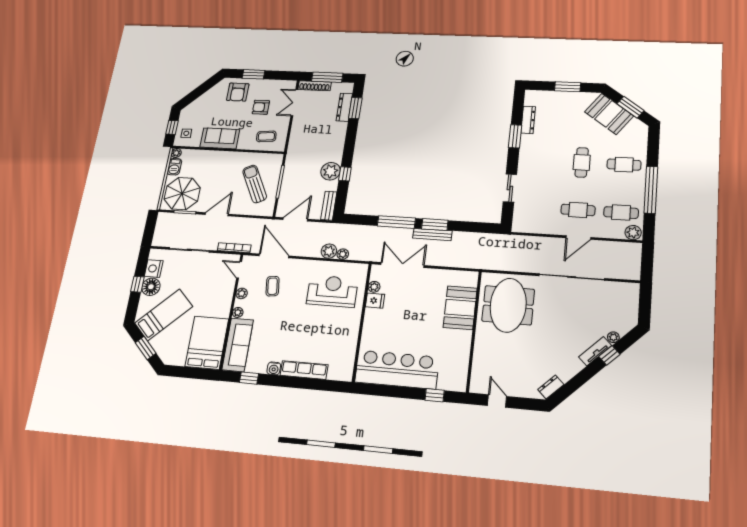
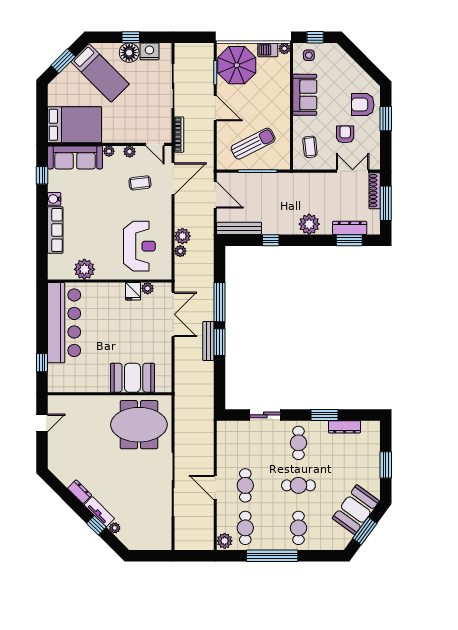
cafe table: (540, 160) -> (298, 443), added
plant: (331, 171) -> (309, 224), moved
bench: (329, 206) -> (239, 228), width x1.36
door: (239, 270) -> (155, 144), swing flipped
plant: (347, 345) -> (84, 269), added
dresser: (551, 387) -> (80, 492), moved

